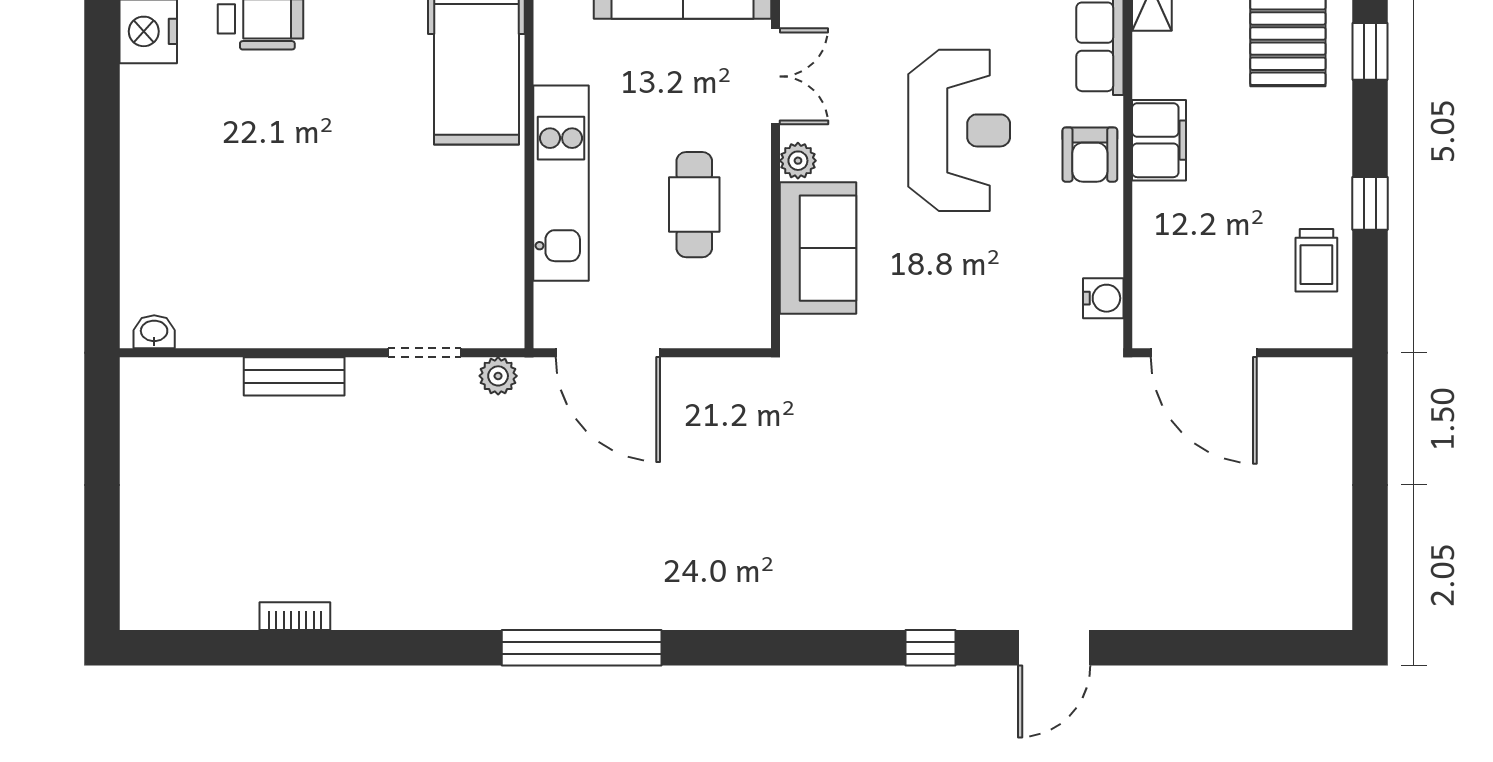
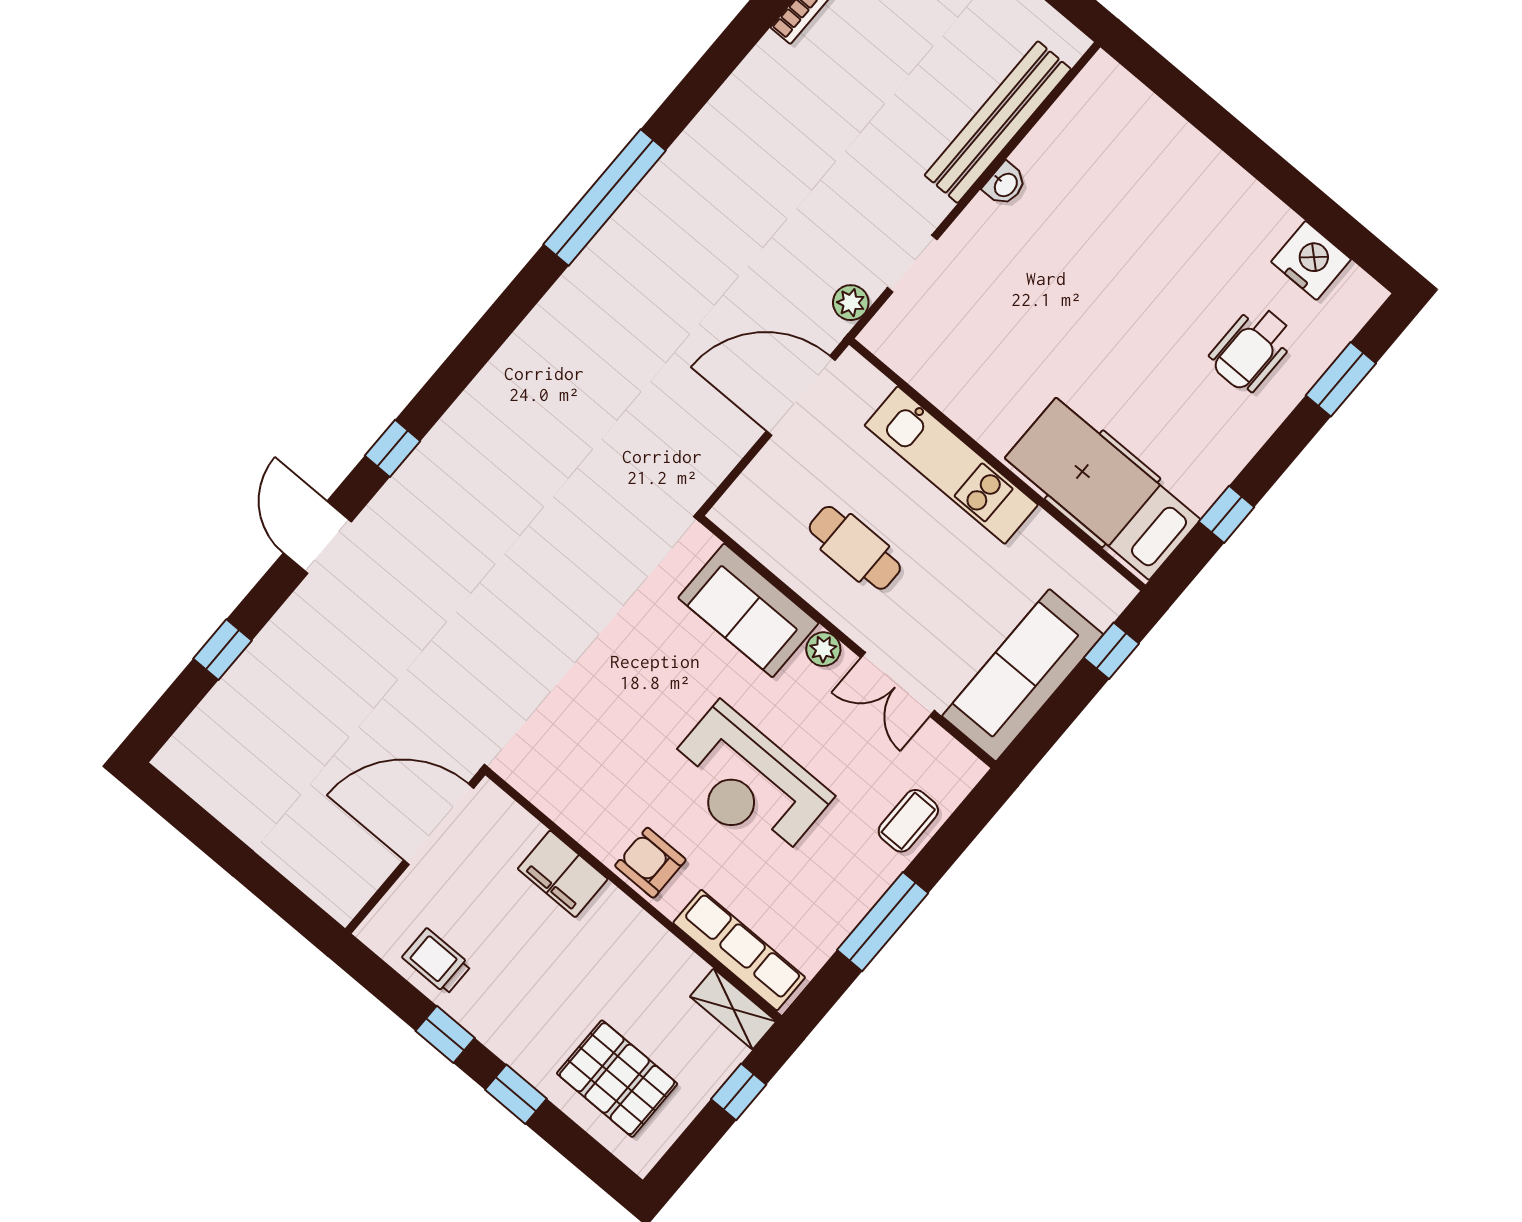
window: (1370, 51) -> (516, 1094), moved
filing cabinet: (1159, 140) -> (563, 874), moved
water cooler: (1103, 298) -> (539, 785), removed
washbasin: (154, 332) -> (1005, 184), moved
bench: (294, 376) -> (998, 122), width x1.86, depth x1.21
window: (1210, 648) -> (222, 650), added

